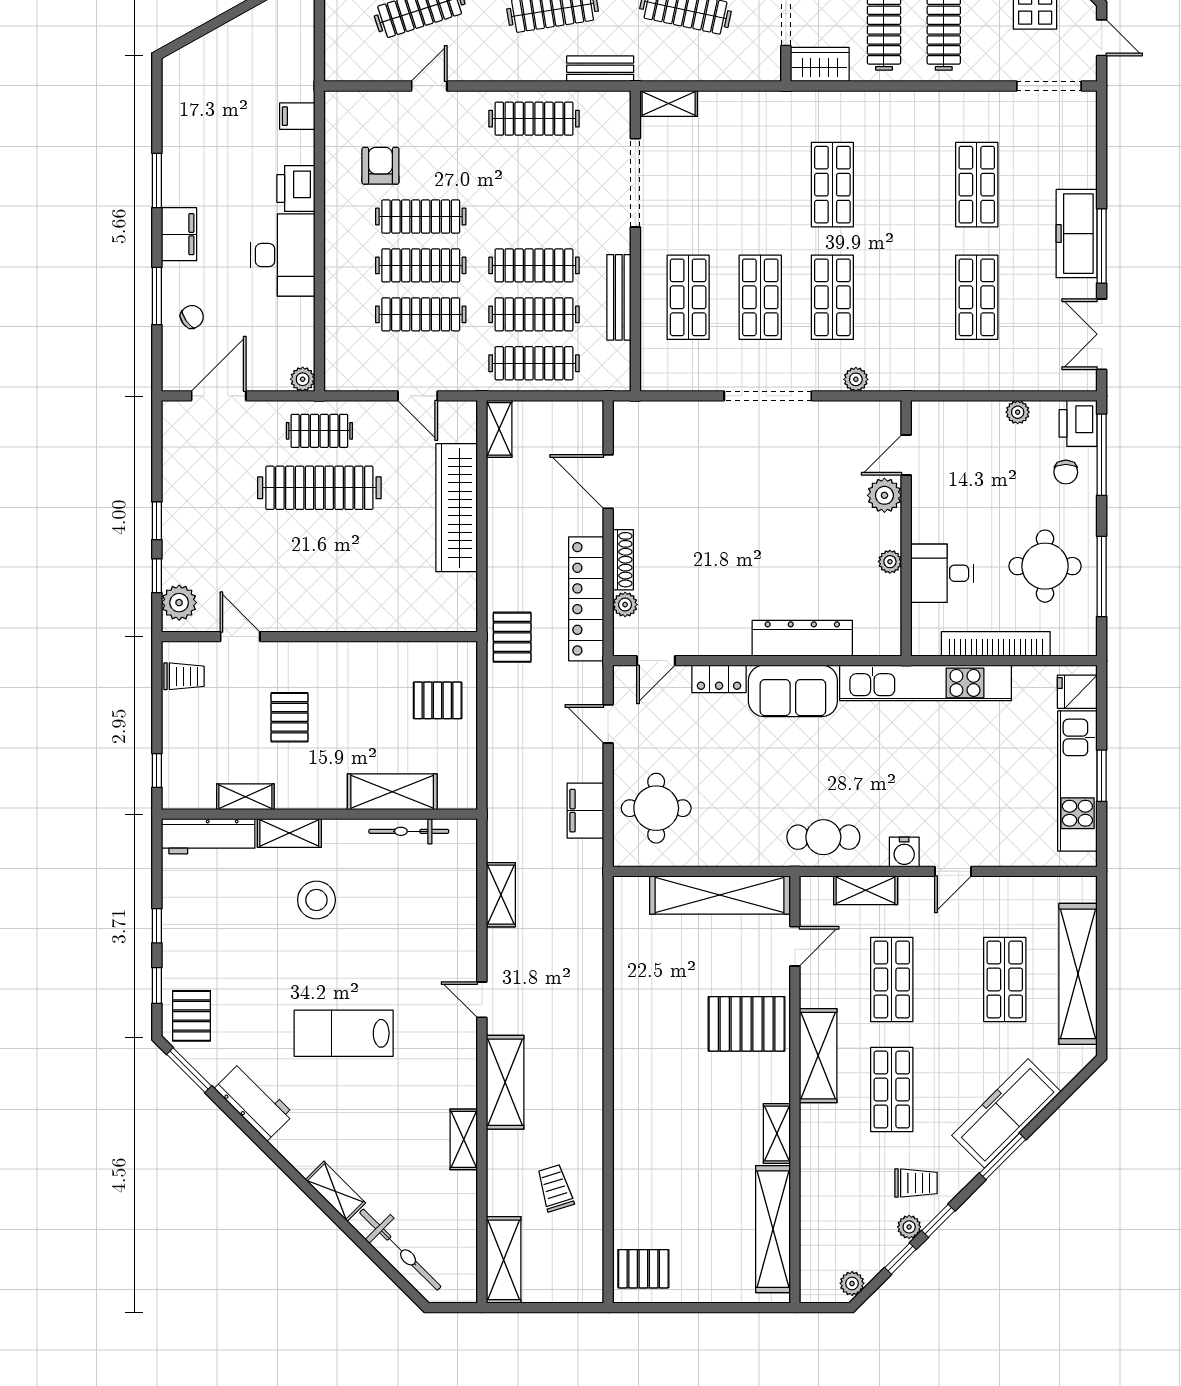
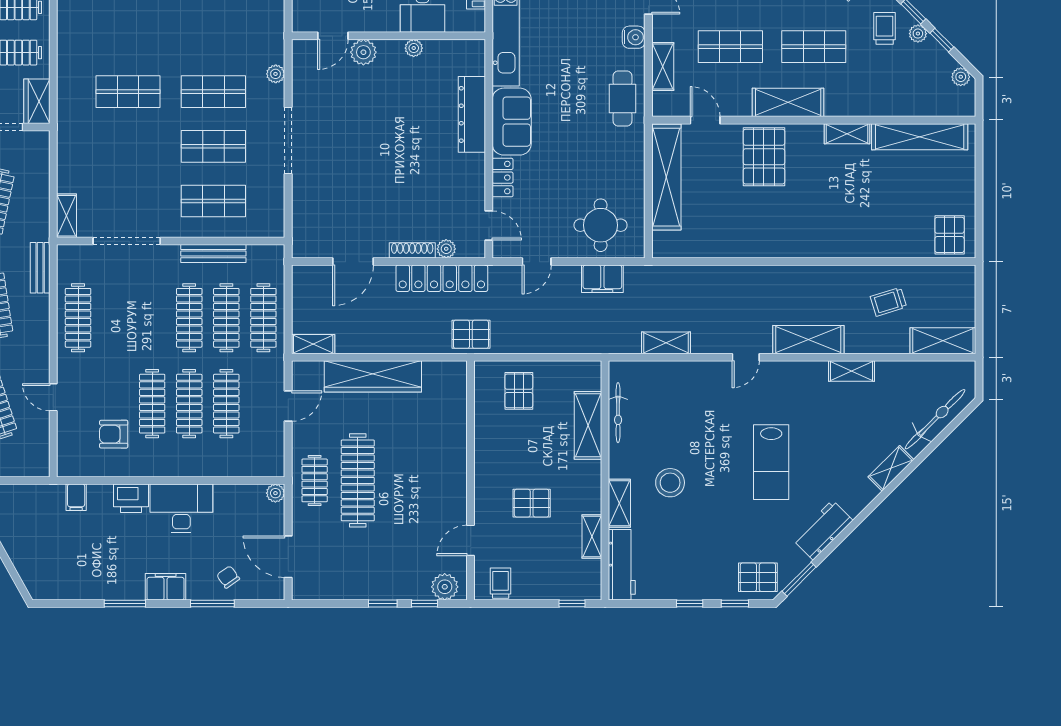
door: (906, 455) -> (333, 36), hinge flipped

